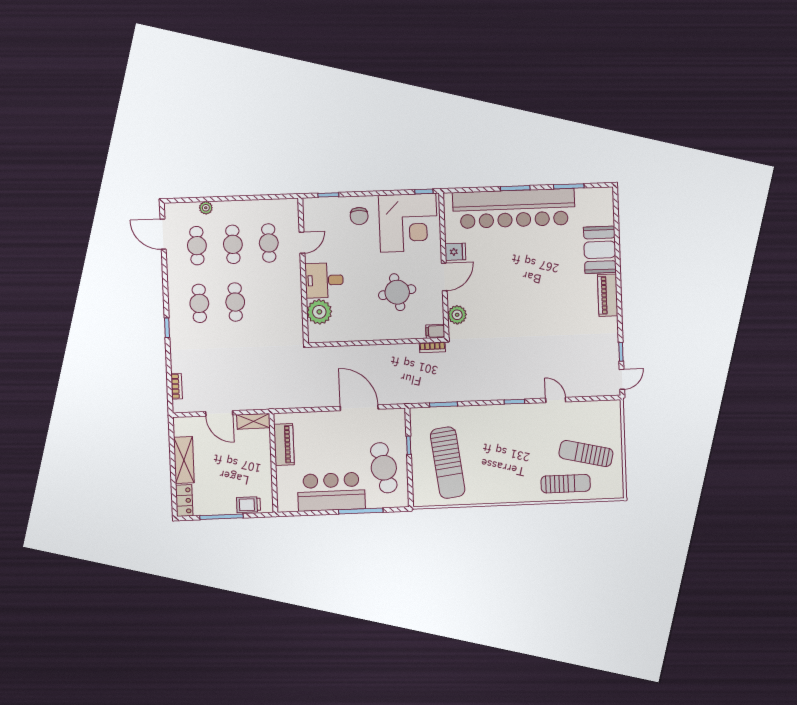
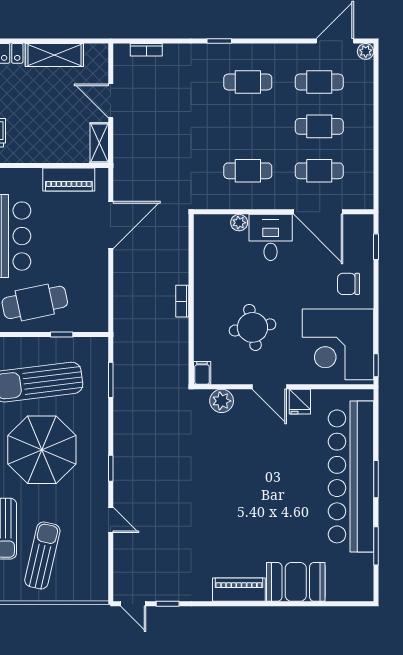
plant: (206, 208) -> (366, 51), moved
door: (302, 243) -> (318, 212), width x1.88
cafe table: (235, 302) -> (248, 171), moved
plant: (319, 312) -> (239, 223), width x0.53, depth x0.53
bookcase: (432, 347) -> (182, 301), moved
door: (556, 400) -> (111, 520), hinge flipped
door: (359, 408) -> (111, 225), moved
door: (219, 413) -> (111, 101), hinge flipped
parasol: (502, 457) -> (42, 450), added

